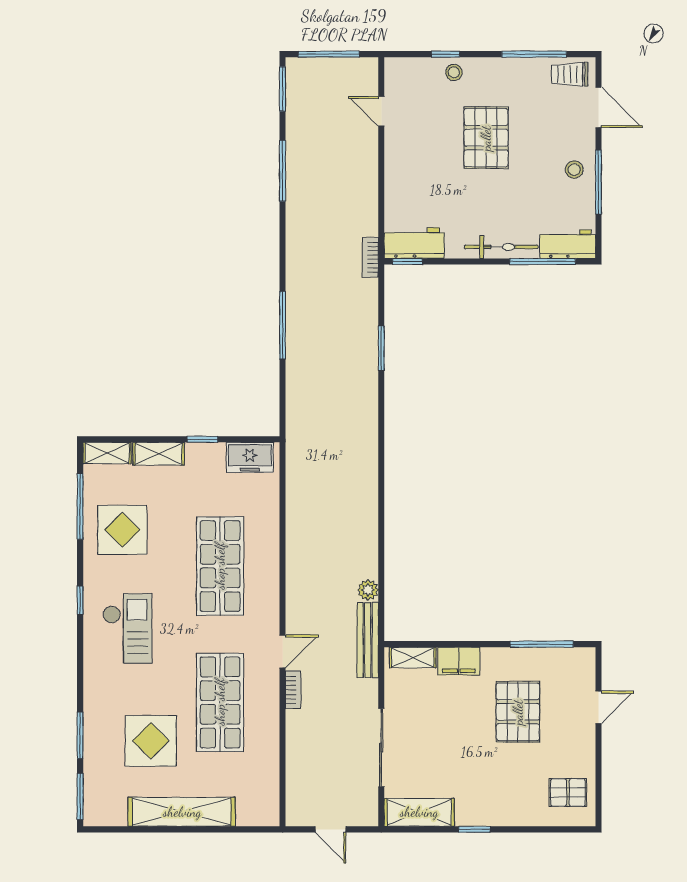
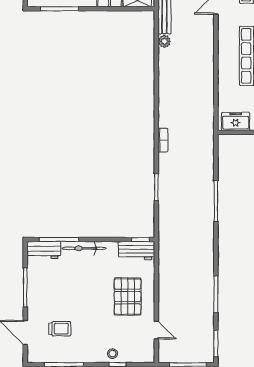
trolley: (570, 74) -> (60, 329), moved
pallet: (486, 138) -> (128, 297), moved
stool: (574, 170) -> (40, 295), removed
bookcase: (370, 257) -> (163, 140), moved

